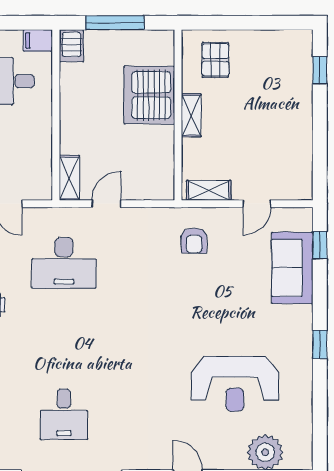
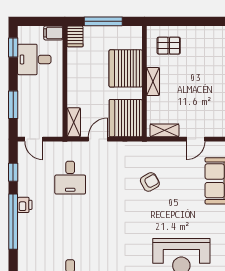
pallet: (215, 60) -> (169, 46), turned 90
server rack: (149, 171) -> (126, 118), added
armchair: (194, 241) -> (150, 182), moved, turned -119
desk: (64, 263) -> (70, 178), width x0.73

